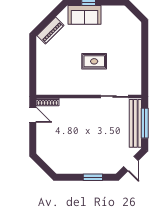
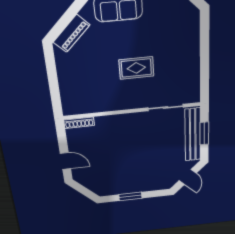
door: (33, 115) -> (65, 161), moved
window: (145, 123) -> (204, 133), width x0.69
window: (93, 177) -> (130, 196), moved

